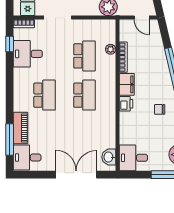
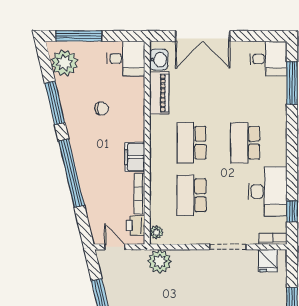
plant: (111, 49) -> (156, 232), moved
desk: (28, 54) -> (268, 191), width x1.37
printer: (126, 104) -> (136, 226), moved
chair: (160, 109) -> (102, 109), moved
piano: (21, 128) -> (159, 93), moved, turned 180

